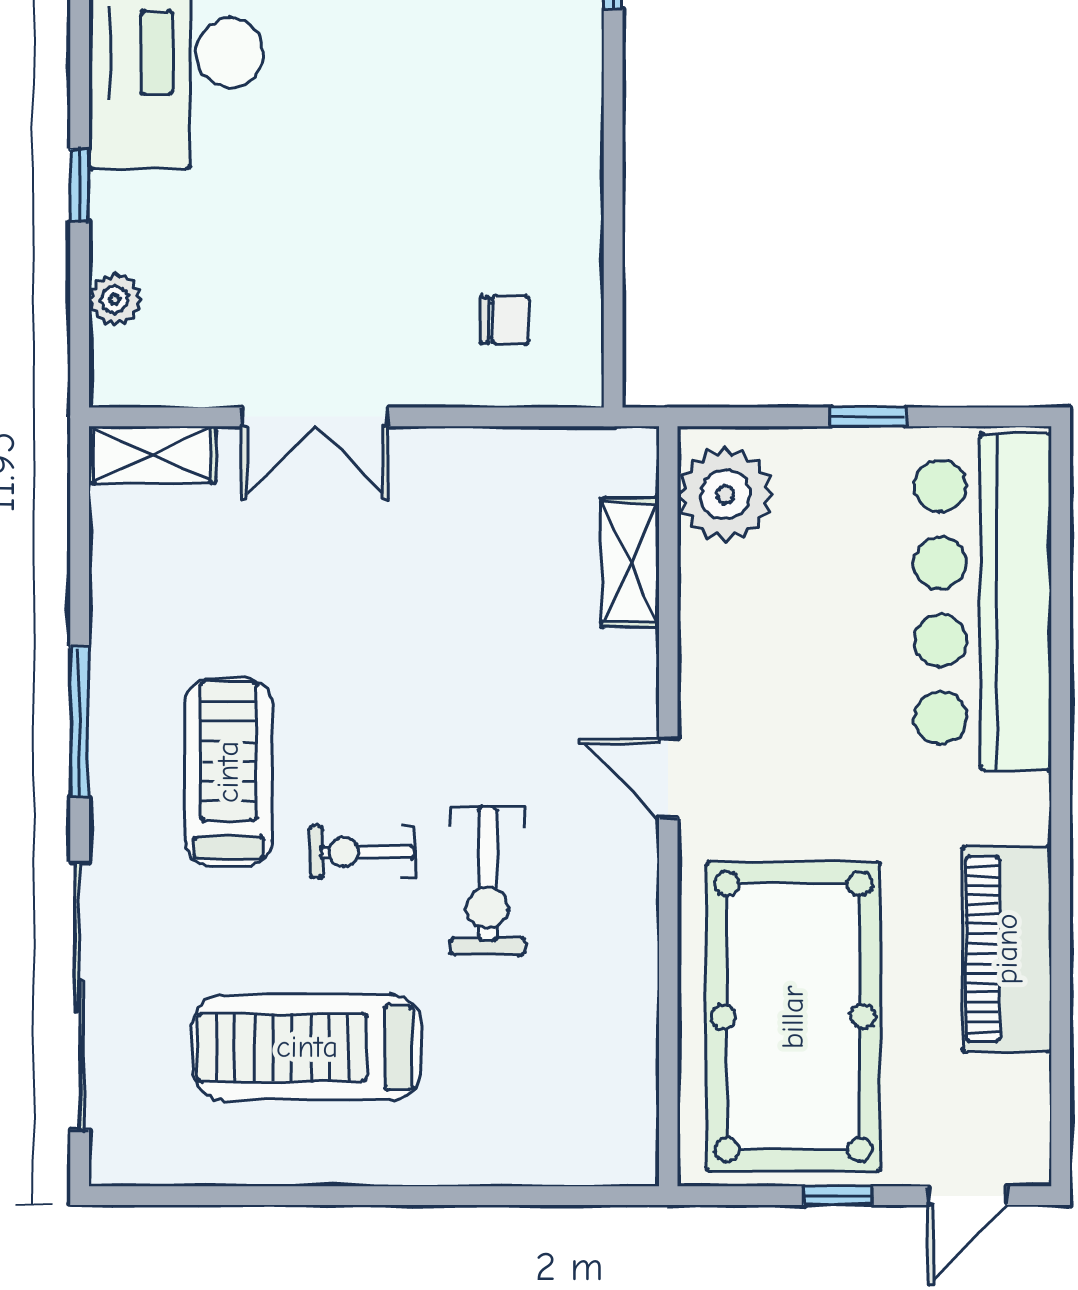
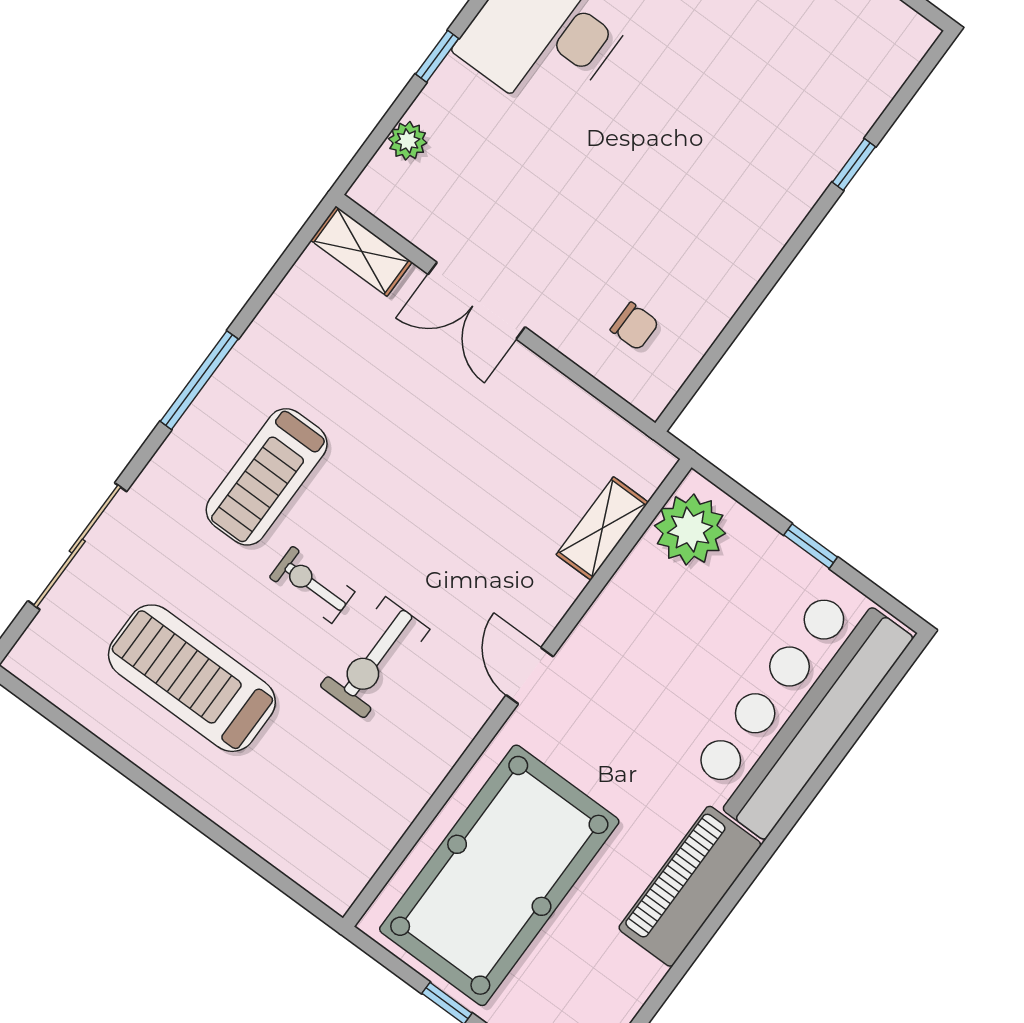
treadmill: (228, 772) -> (267, 477), turned 180
piano: (1007, 949) -> (690, 886), moved
sliding door: (80, 996) -> (77, 546), width x0.73

